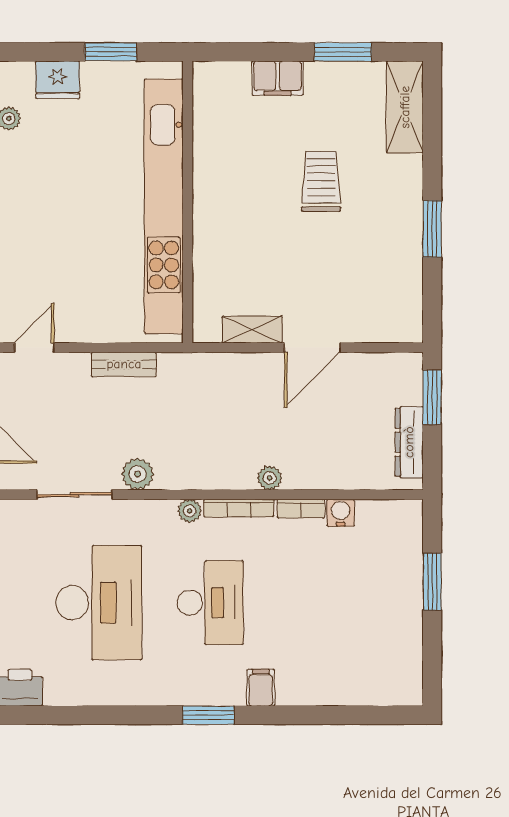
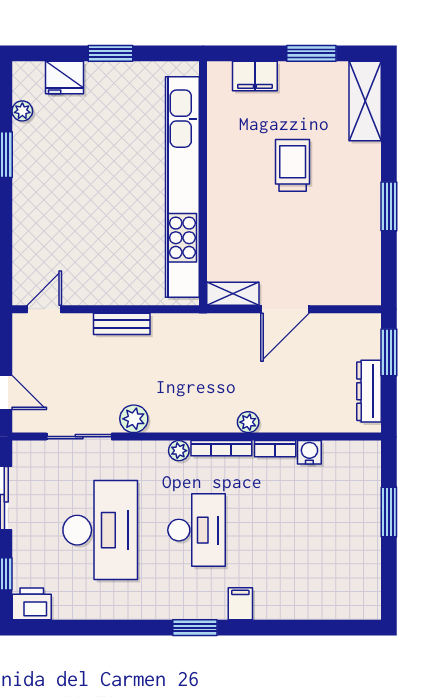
wall: (188, 202) -> (203, 183), moved
kitchen unit: (164, 206) -> (182, 187), moved

